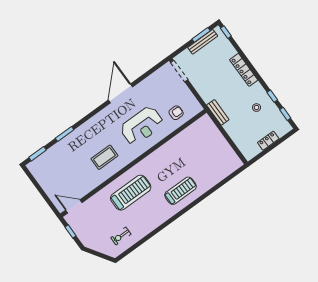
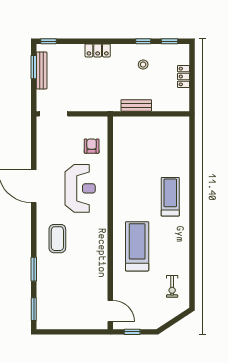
locker: (244, 70) -> (98, 50), width x0.66
bench: (218, 112) -> (136, 105), moved
coffee table: (104, 157) -> (57, 239), moved
door: (74, 206) -> (110, 311), swing flipped

